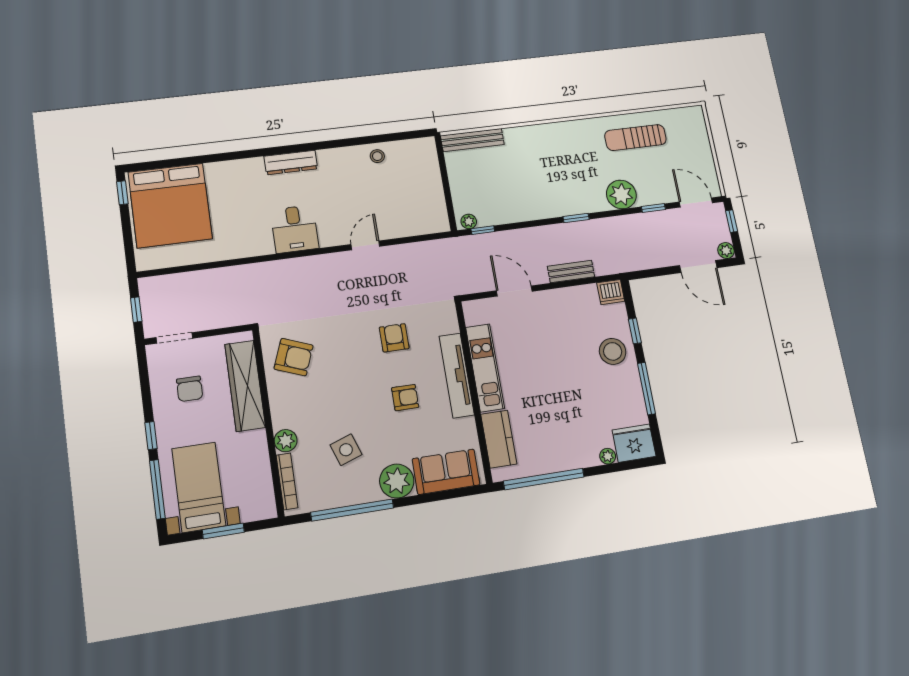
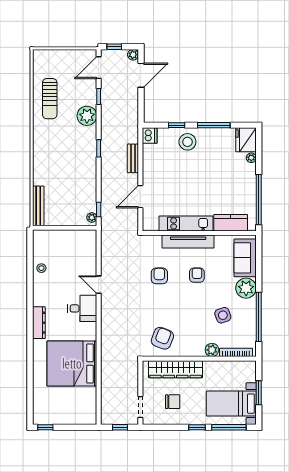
bed: (170, 205) -> (72, 363), moved, turned 180
desk: (295, 229) -> (82, 308), moved
armchair: (394, 338) -> (159, 276), turned 90

